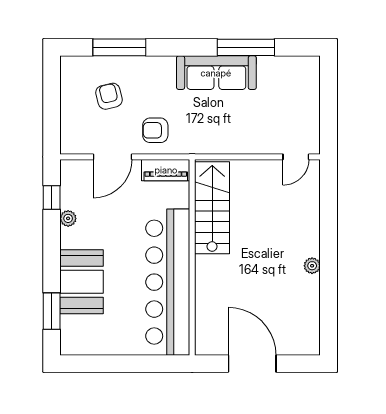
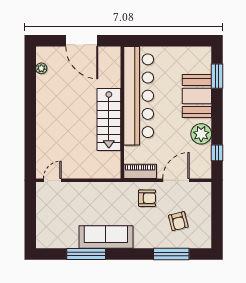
stairs: (212, 208) -> (109, 119), moved
plant: (68, 218) -> (201, 134), width x1.87, depth x1.87
plant: (312, 266) -> (41, 68), moved

